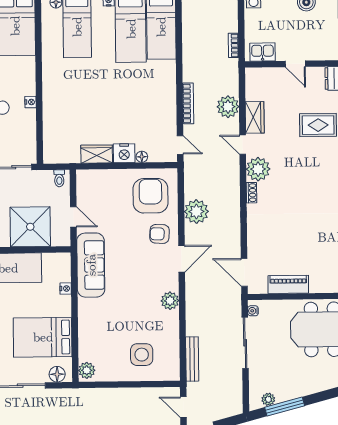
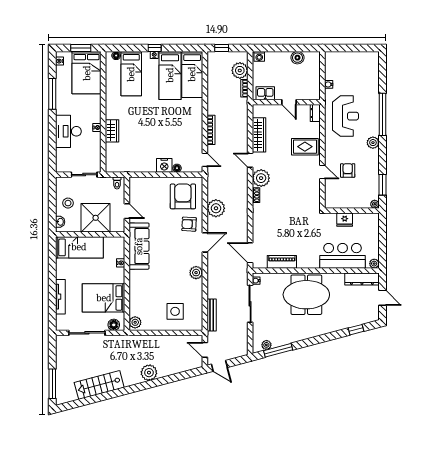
plant: (228, 107) -> (240, 70), moved
wardrobe: (255, 117) -> (259, 135), width x1.50
wardrobe: (97, 154) -> (112, 131), moved, turned 90

